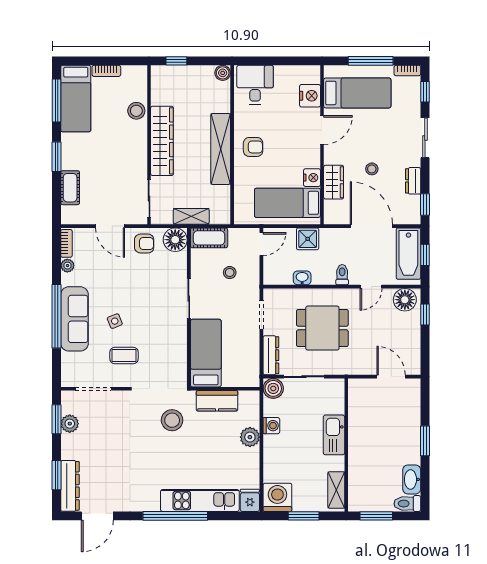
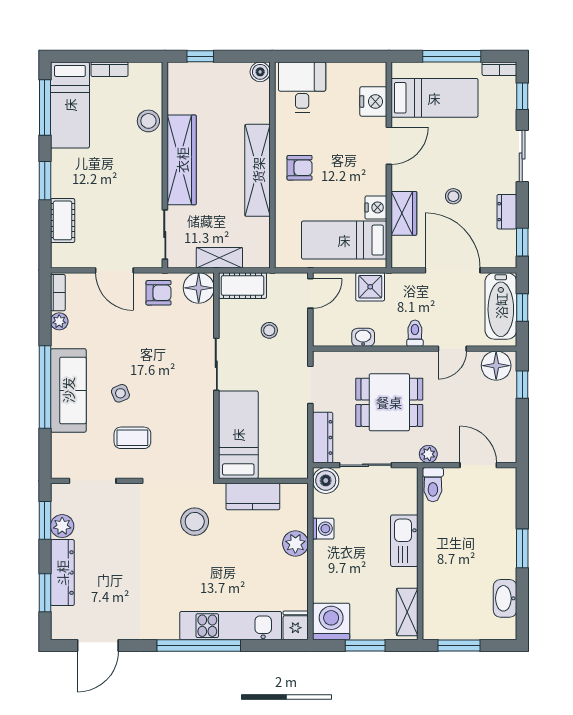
plant: (353, 368) -> (428, 454), added
dresser: (70, 486) -> (62, 573), moved
toilet: (407, 504) -> (433, 485), moved, turned -90

